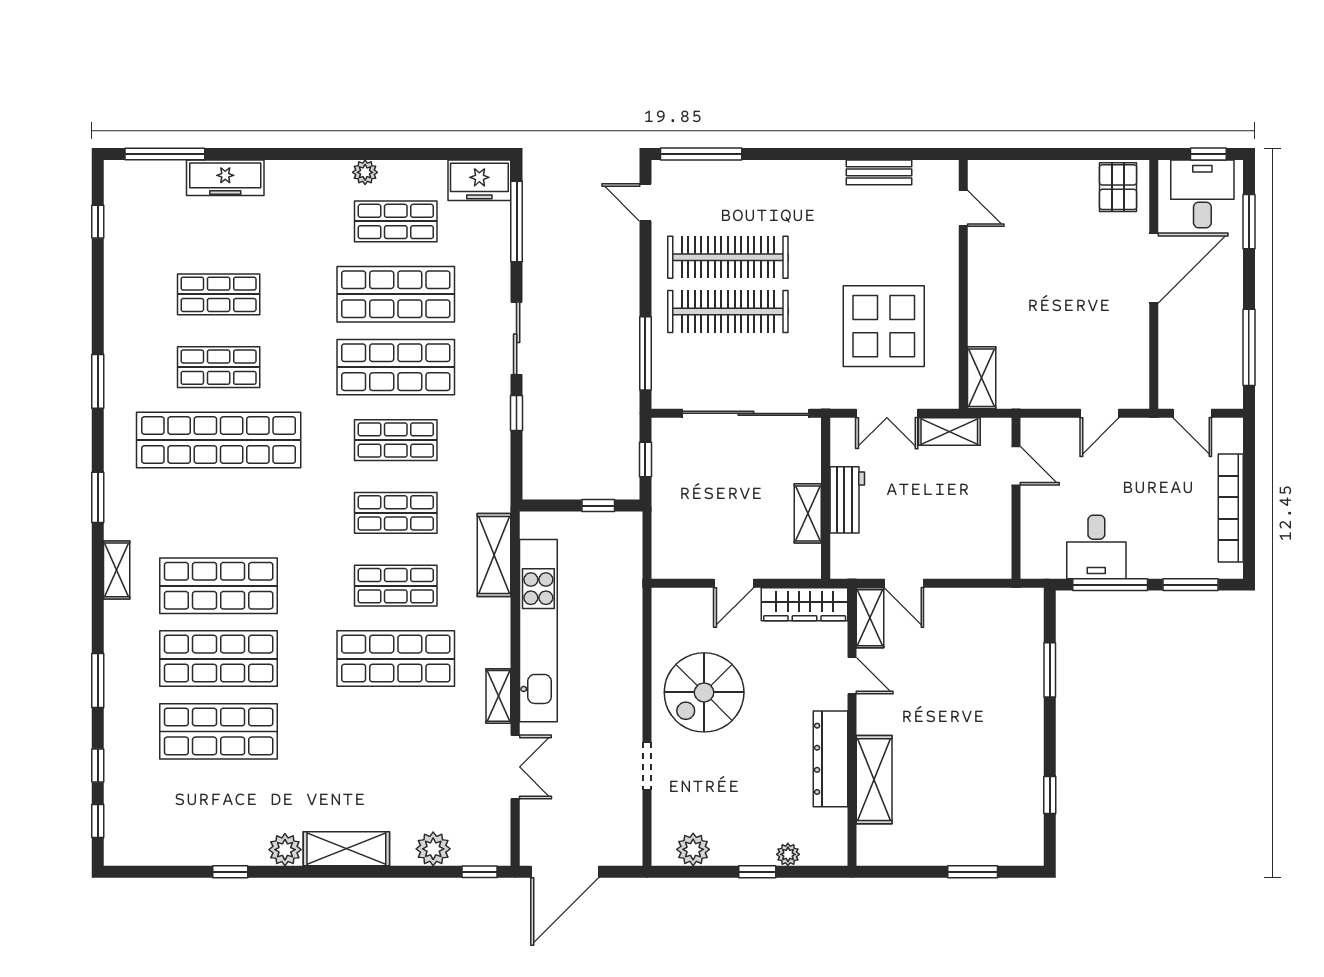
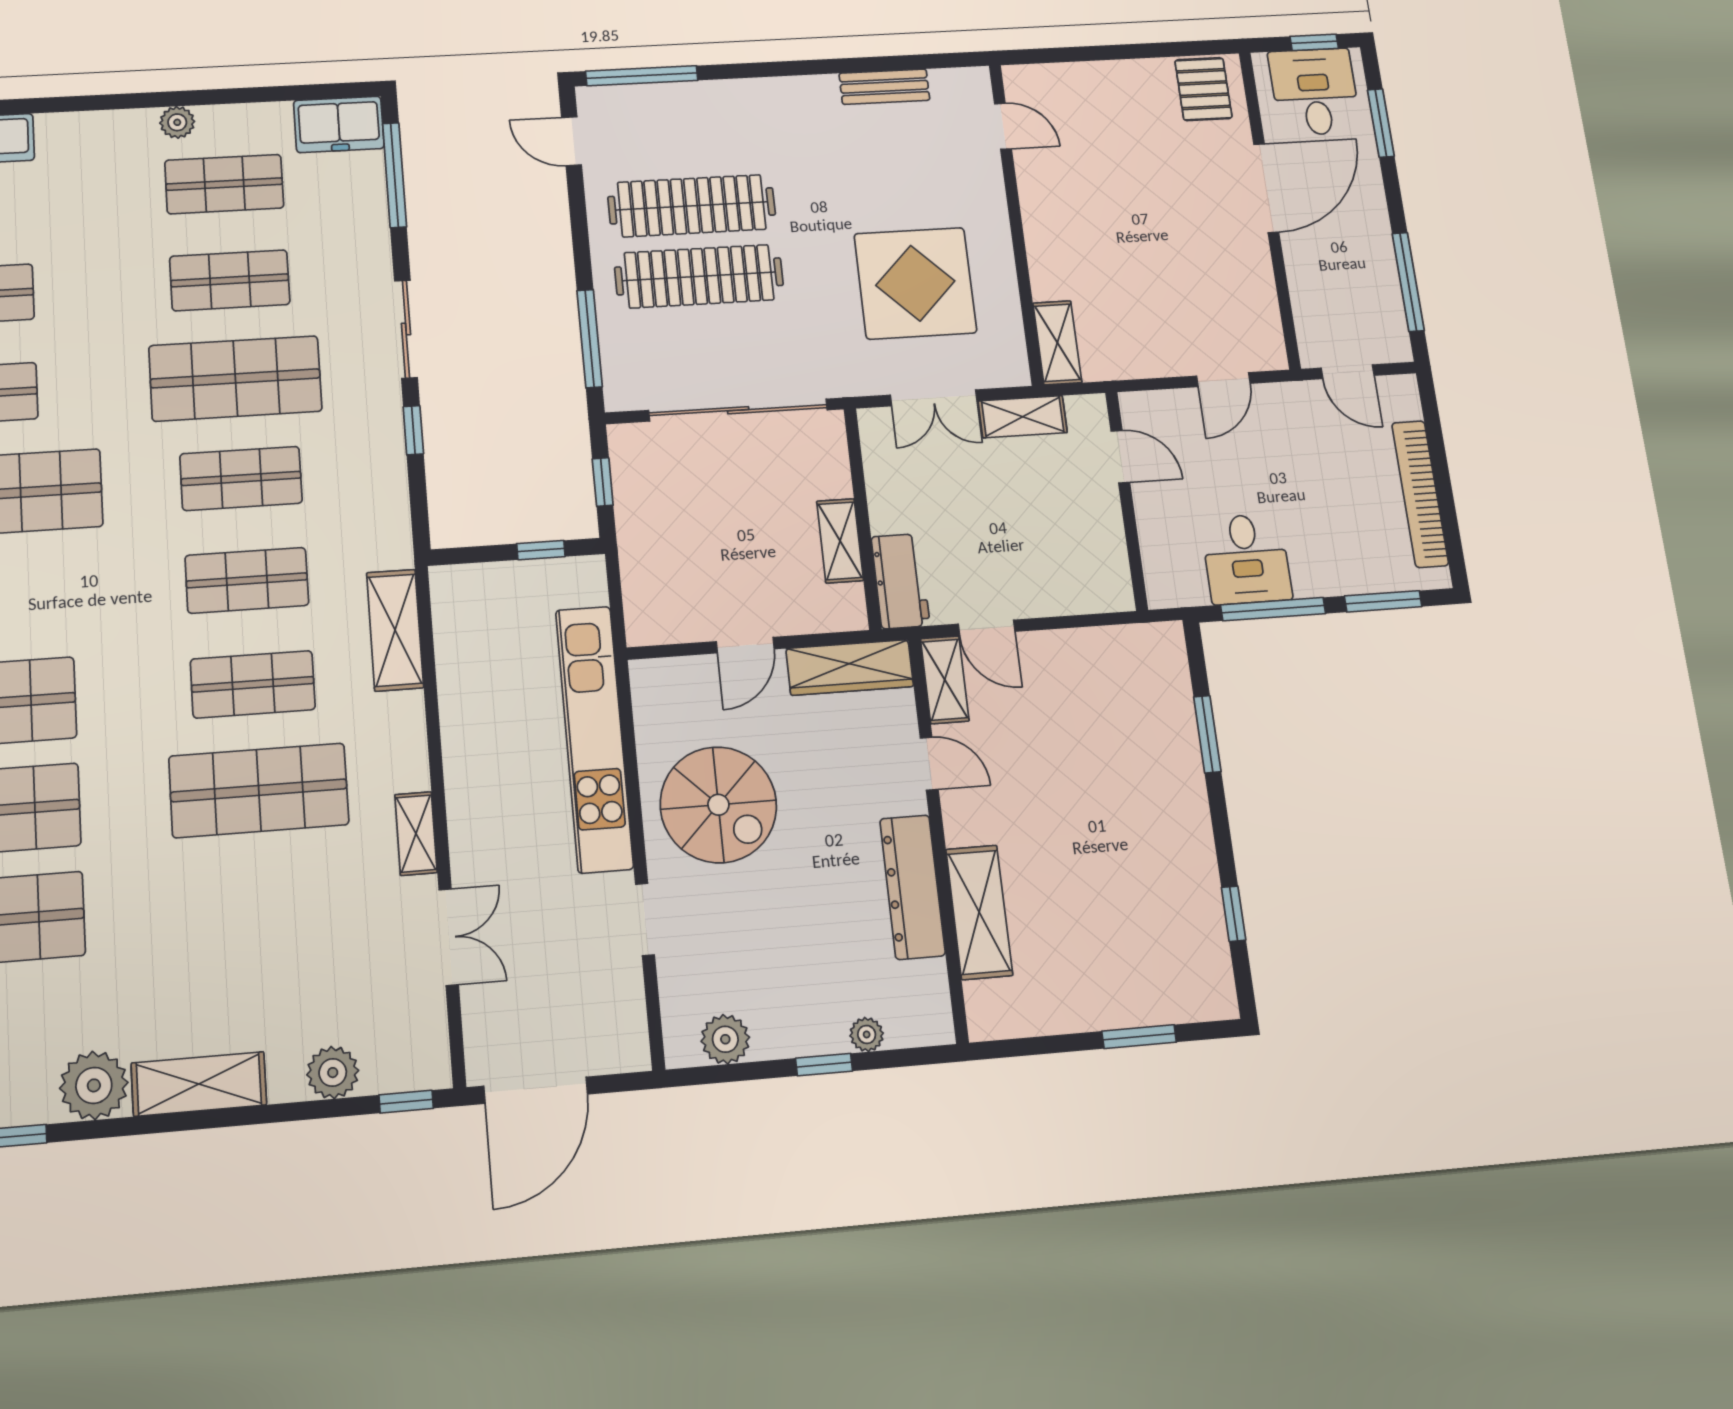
shop shelf: (396, 294) -> (230, 280), width x0.70, depth x0.74
workbench: (847, 500) -> (901, 581), moved
kitchen unit: (538, 631) -> (594, 738), moved, turned 180
spiral stairs: (704, 692) -> (718, 805), turned -90
plant: (285, 850) -> (94, 1085), width x1.36, depth x1.36

